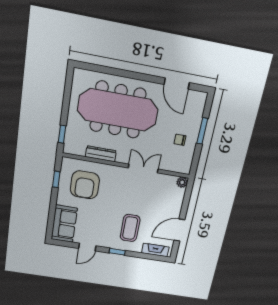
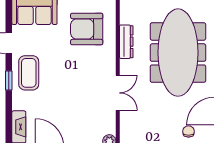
chair: (180, 140) -> (188, 131), moved
coffee table: (130, 228) -> (29, 73), moved, turned 90

